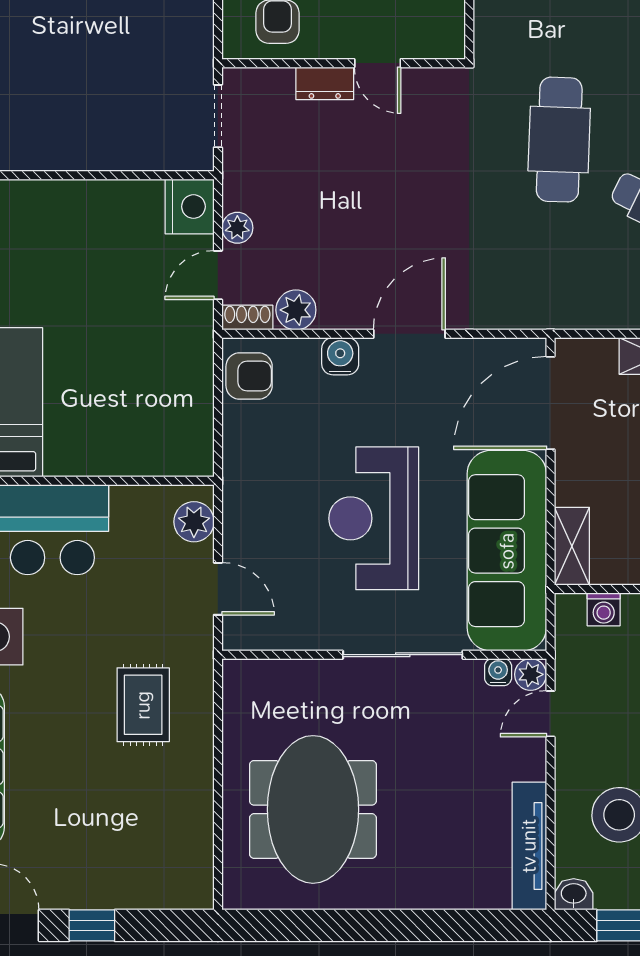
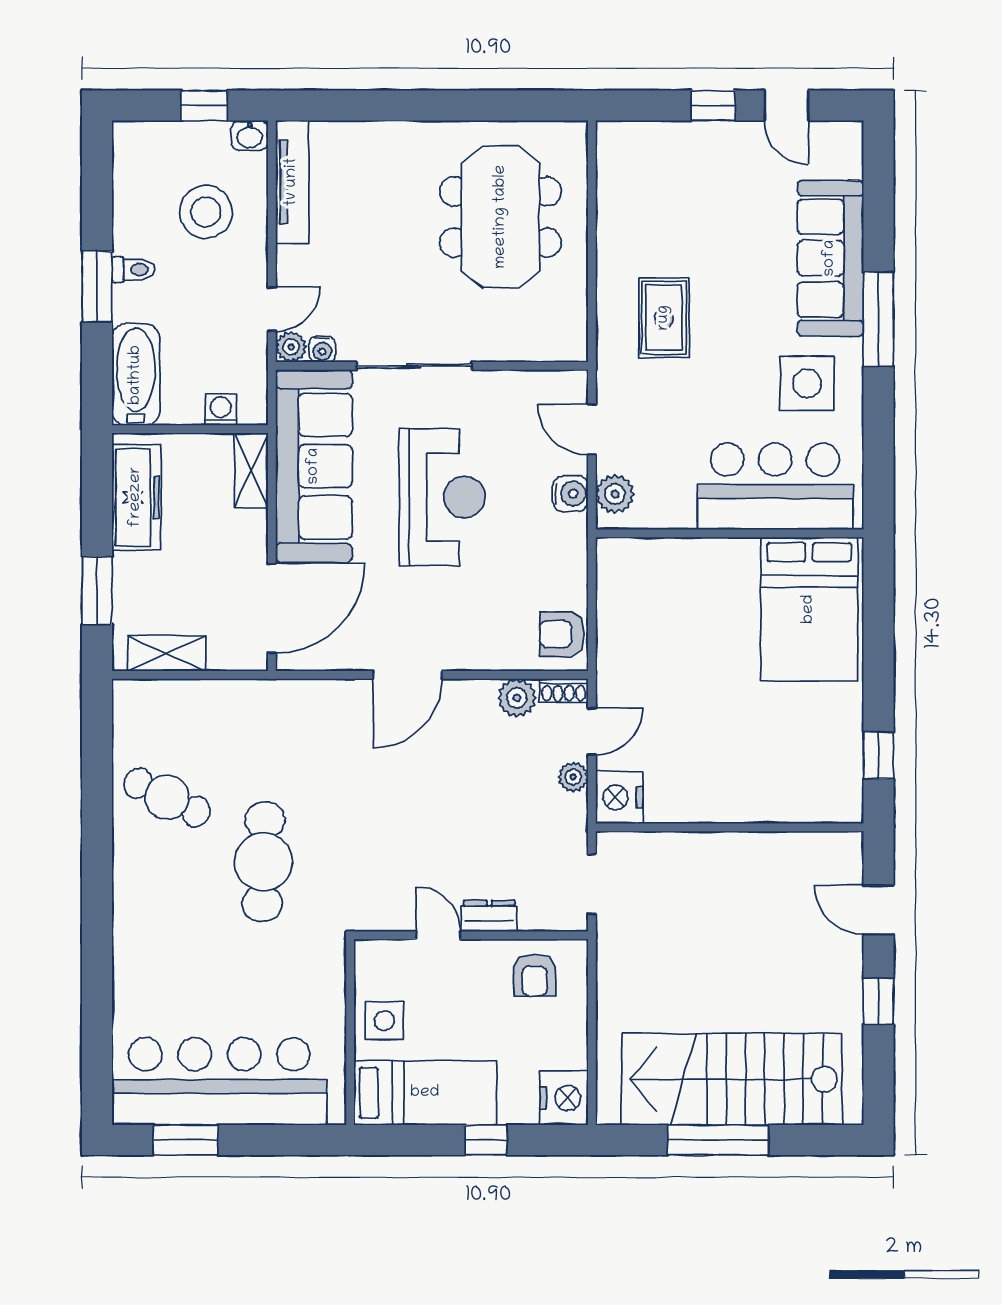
water cooler: (340, 356) -> (570, 494), moved, turned -90

